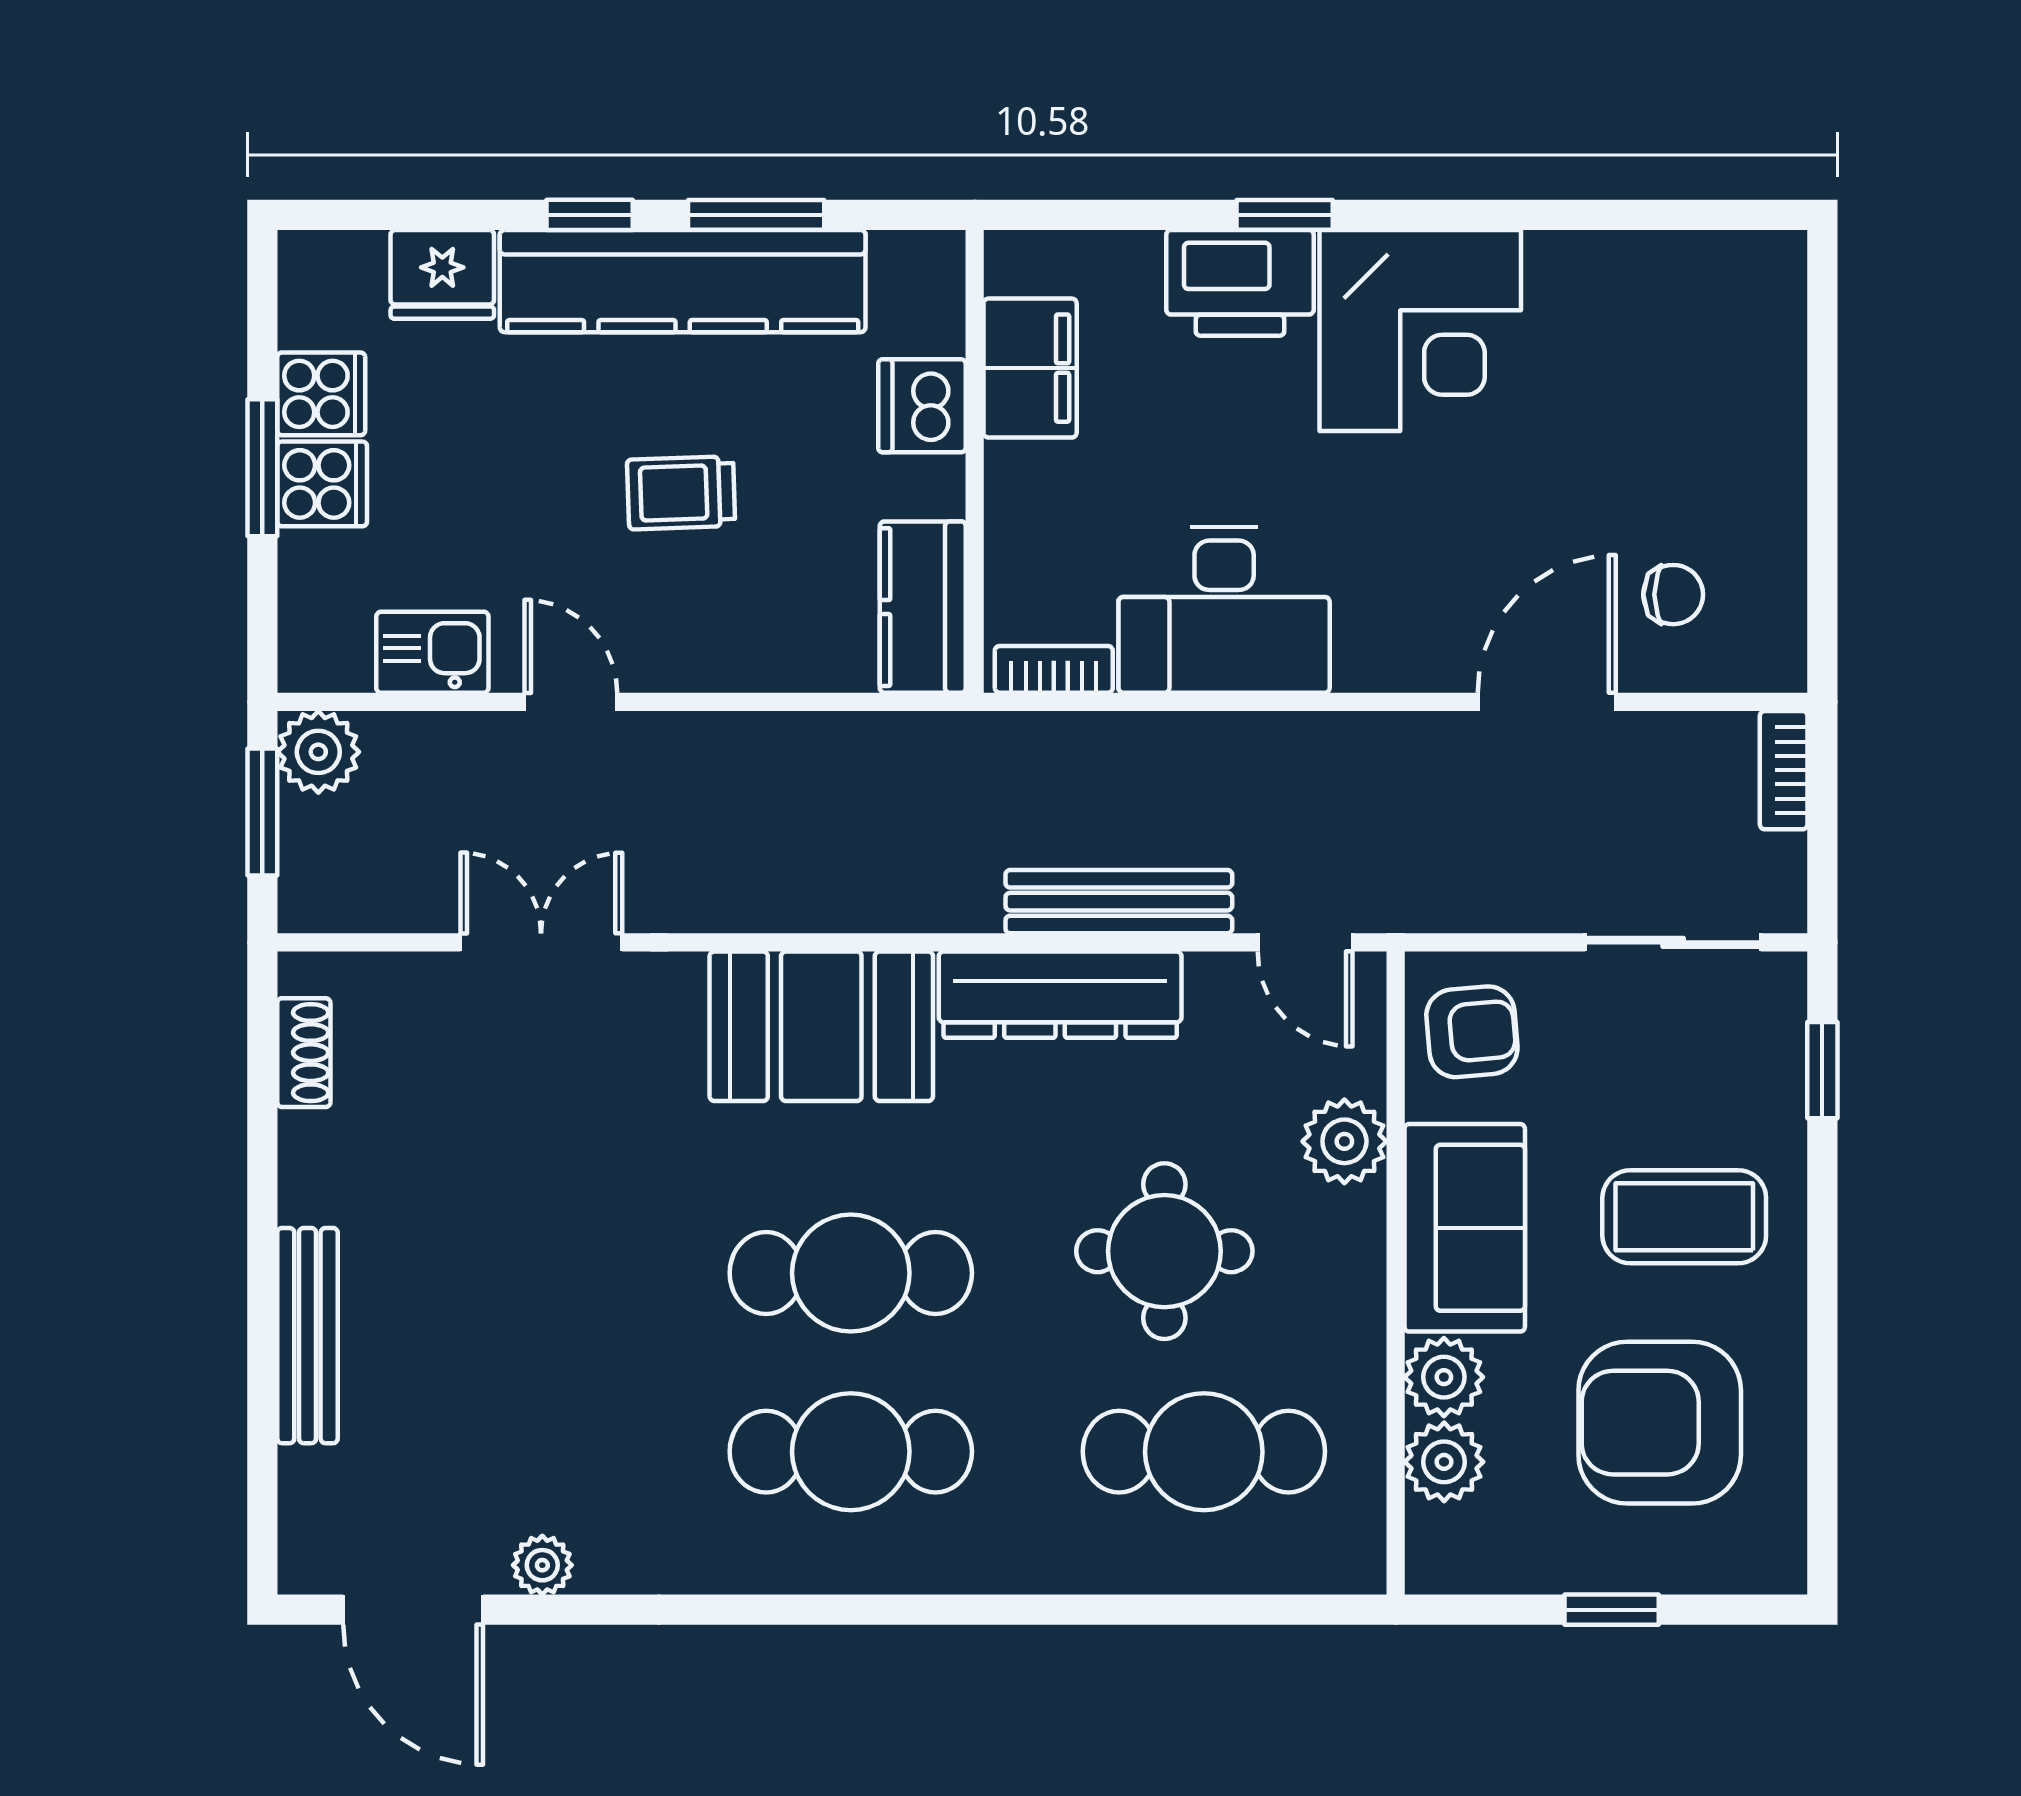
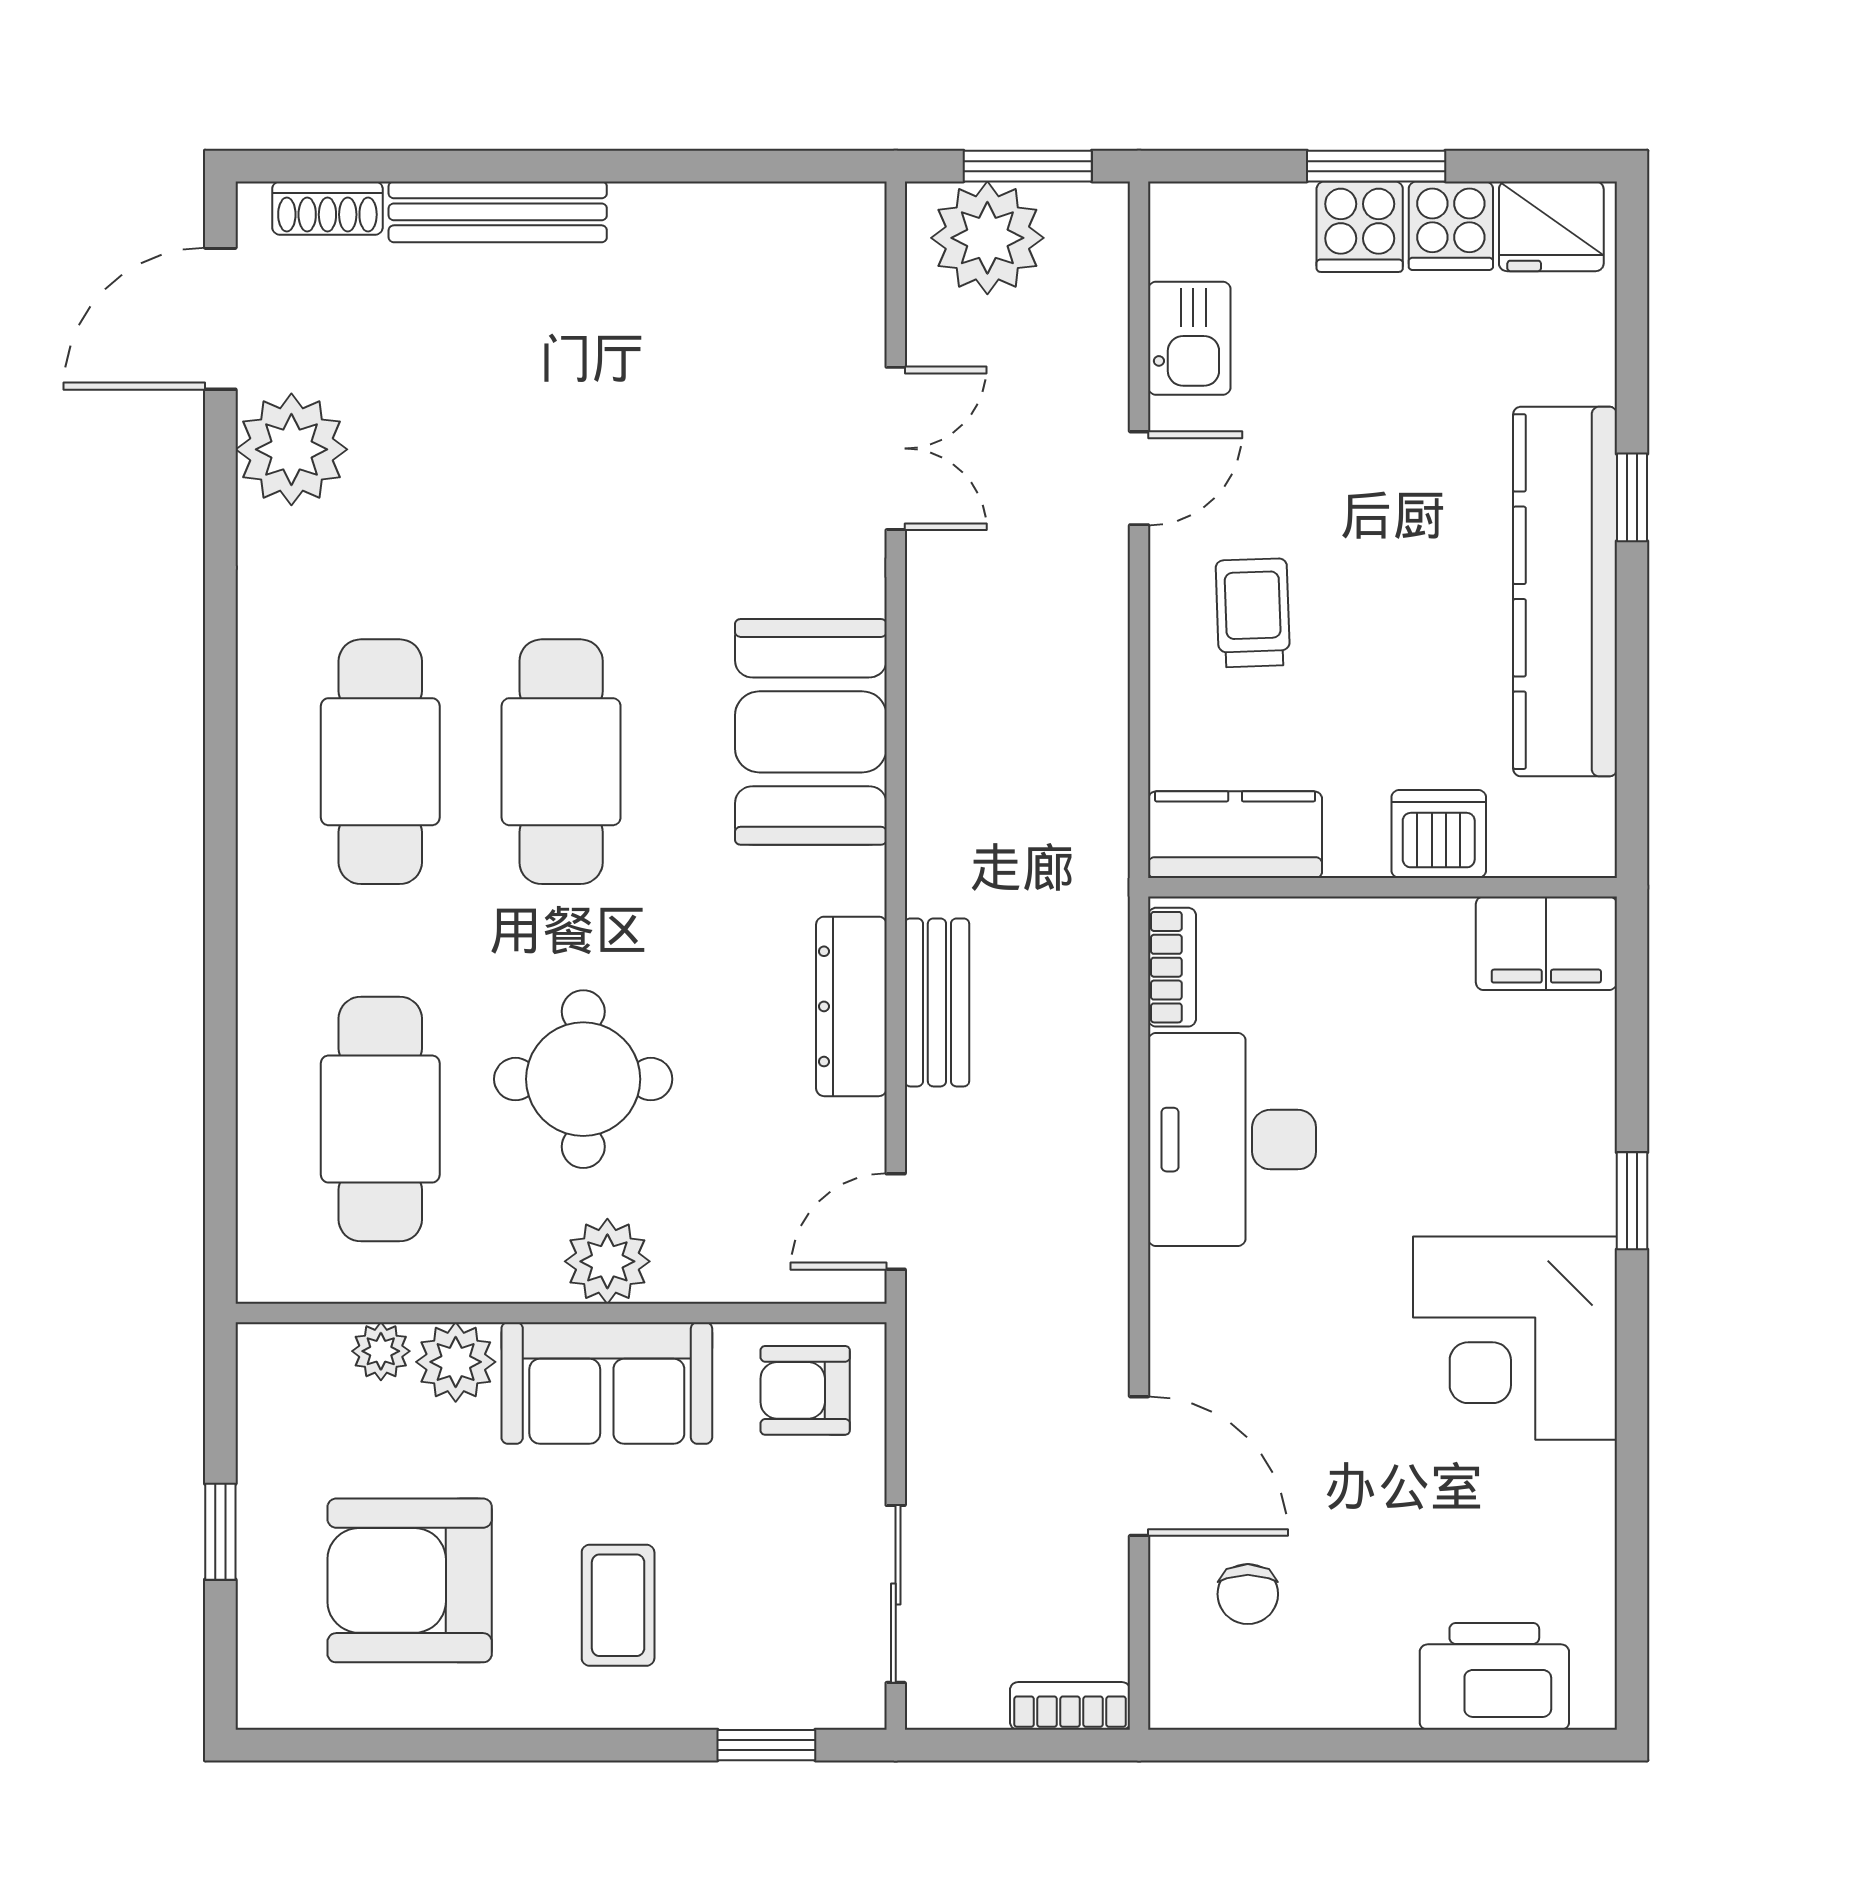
window: (756, 215) -> (1632, 666), removed
fridge: (442, 274) -> (1551, 226), moved, turned -90
printer: (1240, 283) -> (1494, 1676), moved, turned 90
filing cabinet: (1030, 368) -> (1546, 943), moved
trolley: (681, 493) -> (1253, 613), moved
plant: (318, 752) -> (987, 238), moved, width x1.36, depth x1.36
bench: (1119, 902) -> (937, 1002), width x0.73
dresser: (1060, 995) -> (851, 1006), width x0.73, depth x0.80
armchair: (1472, 1032) -> (805, 1390), turned 95
shoe rack: (304, 1053) -> (327, 208), moved
plant: (1344, 1141) -> (607, 1261), moved
coffee table: (1684, 1217) -> (618, 1605), width x0.73, depth x0.77
armchair: (1660, 1423) -> (410, 1580), turned -90
plant: (1444, 1462) -> (381, 1351), width x0.73, depth x0.73
plant: (542, 1565) -> (291, 449), width x1.87, depth x1.87

